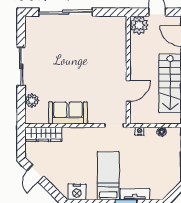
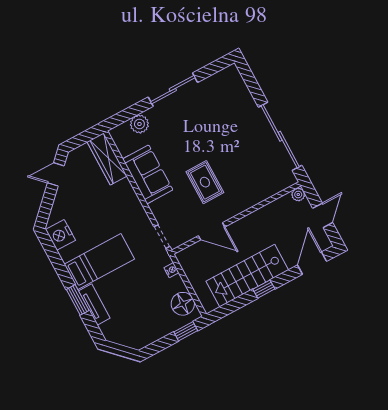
sliding door: (66, 12) -> (280, 136), moved
plant: (139, 25) -> (298, 195), width x0.53, depth x0.53
rug: (93, 78) -> (205, 182), added
floor lamp: (162, 132) -> (183, 304), width x1.89, depth x1.89

